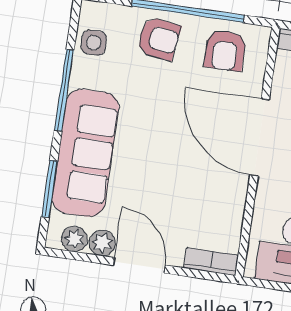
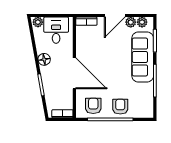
armchair: (159, 39) -> (120, 107), turned 82
side table: (94, 43) -> (146, 101), removed
door: (139, 265) -> (115, 16), hinge flipped

